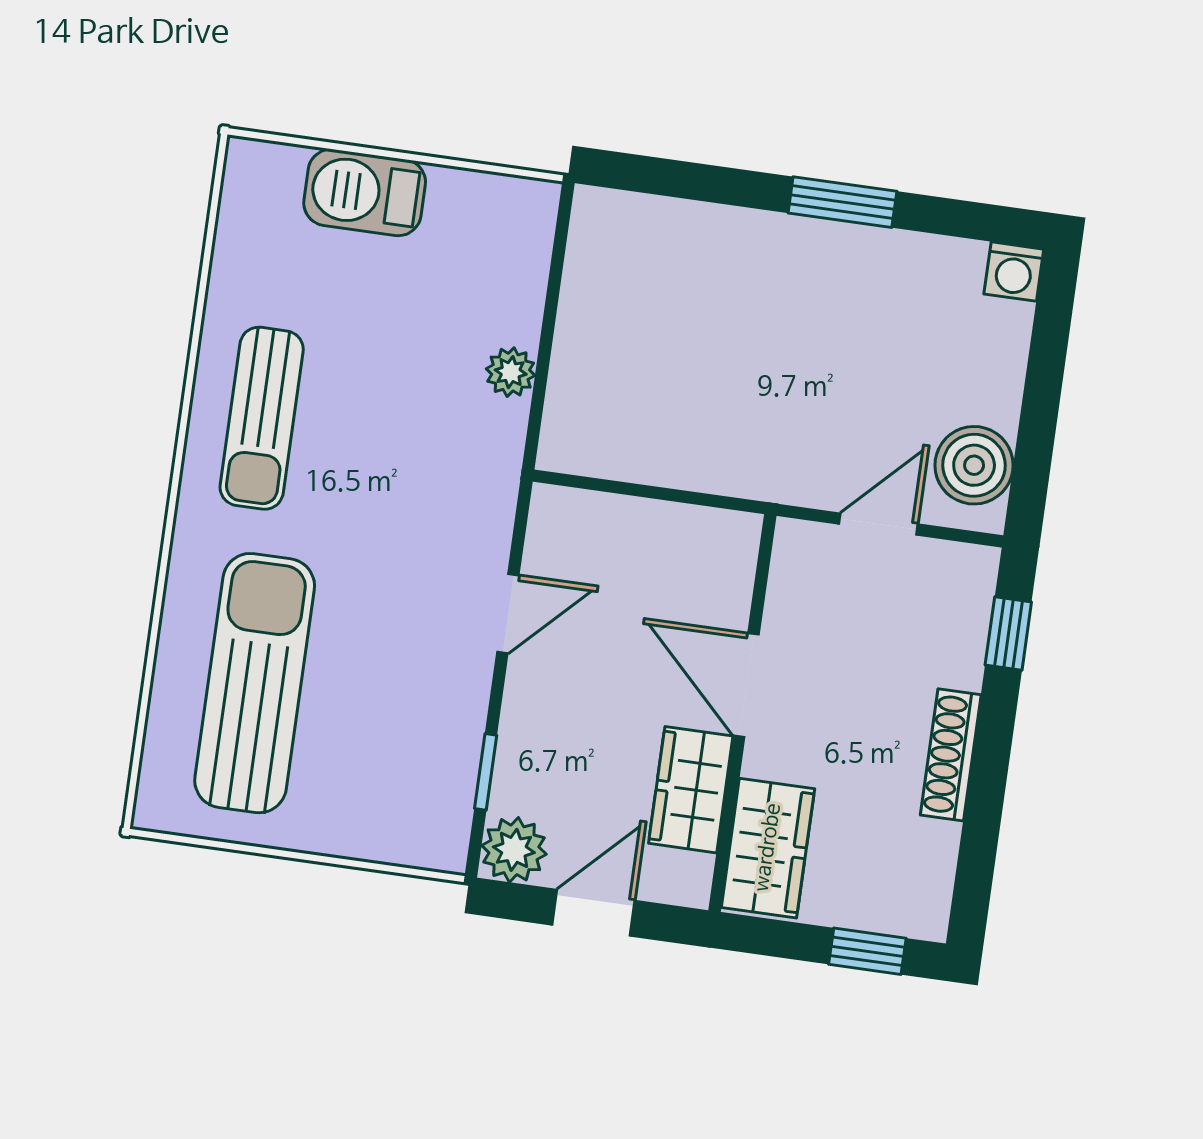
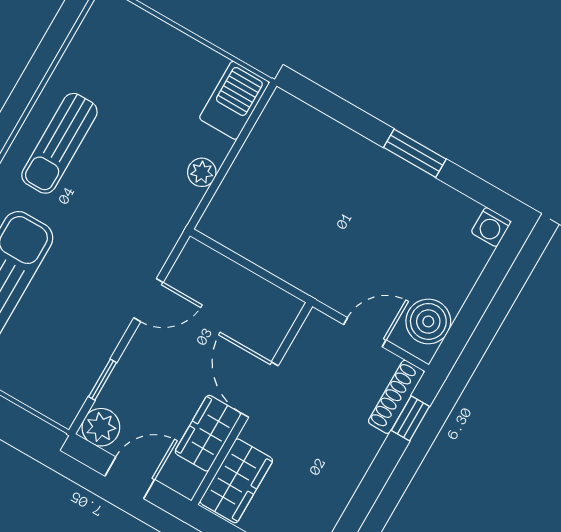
barbecue: (365, 192) -> (234, 100), moved, turned 90
shoe rack: (951, 755) -> (396, 397), moved

